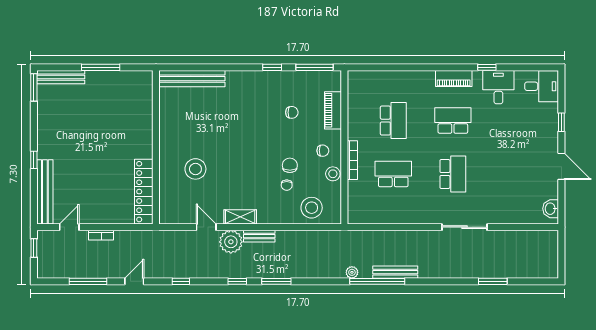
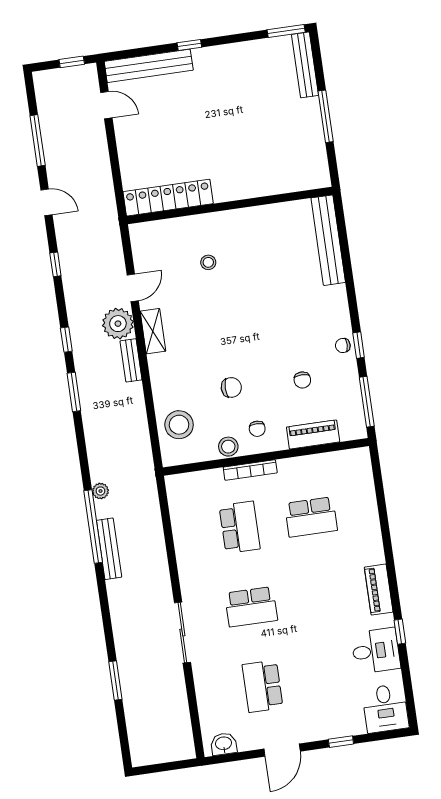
school desk: (453, 121) -> (263, 686), moved, turned 180
stool: (195, 169) -> (208, 262), width x0.53, depth x0.53
chair: (287, 185) -> (343, 345), moved
bookcase: (101, 235) -> (102, 149), removed

